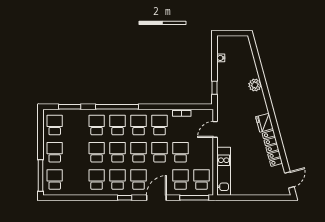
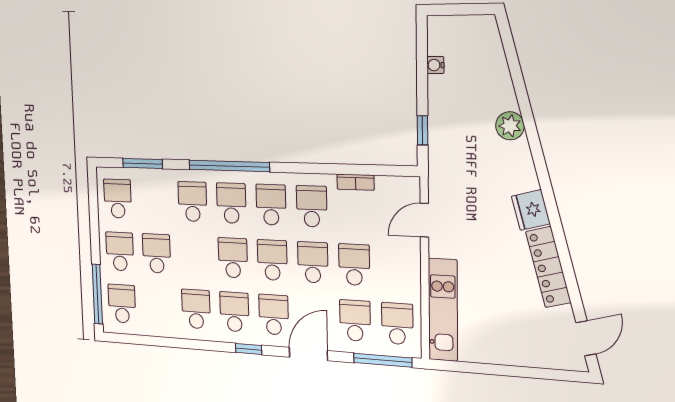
school desk: (97, 152) -> (157, 254), moved

